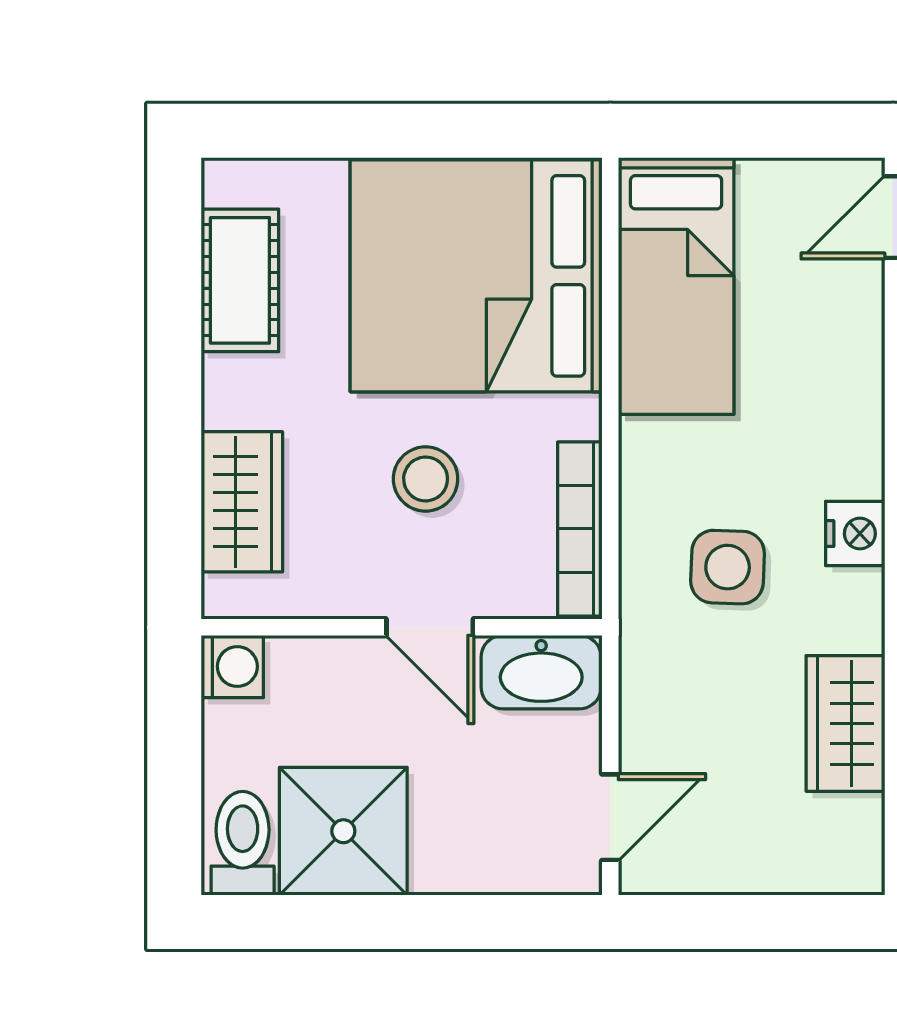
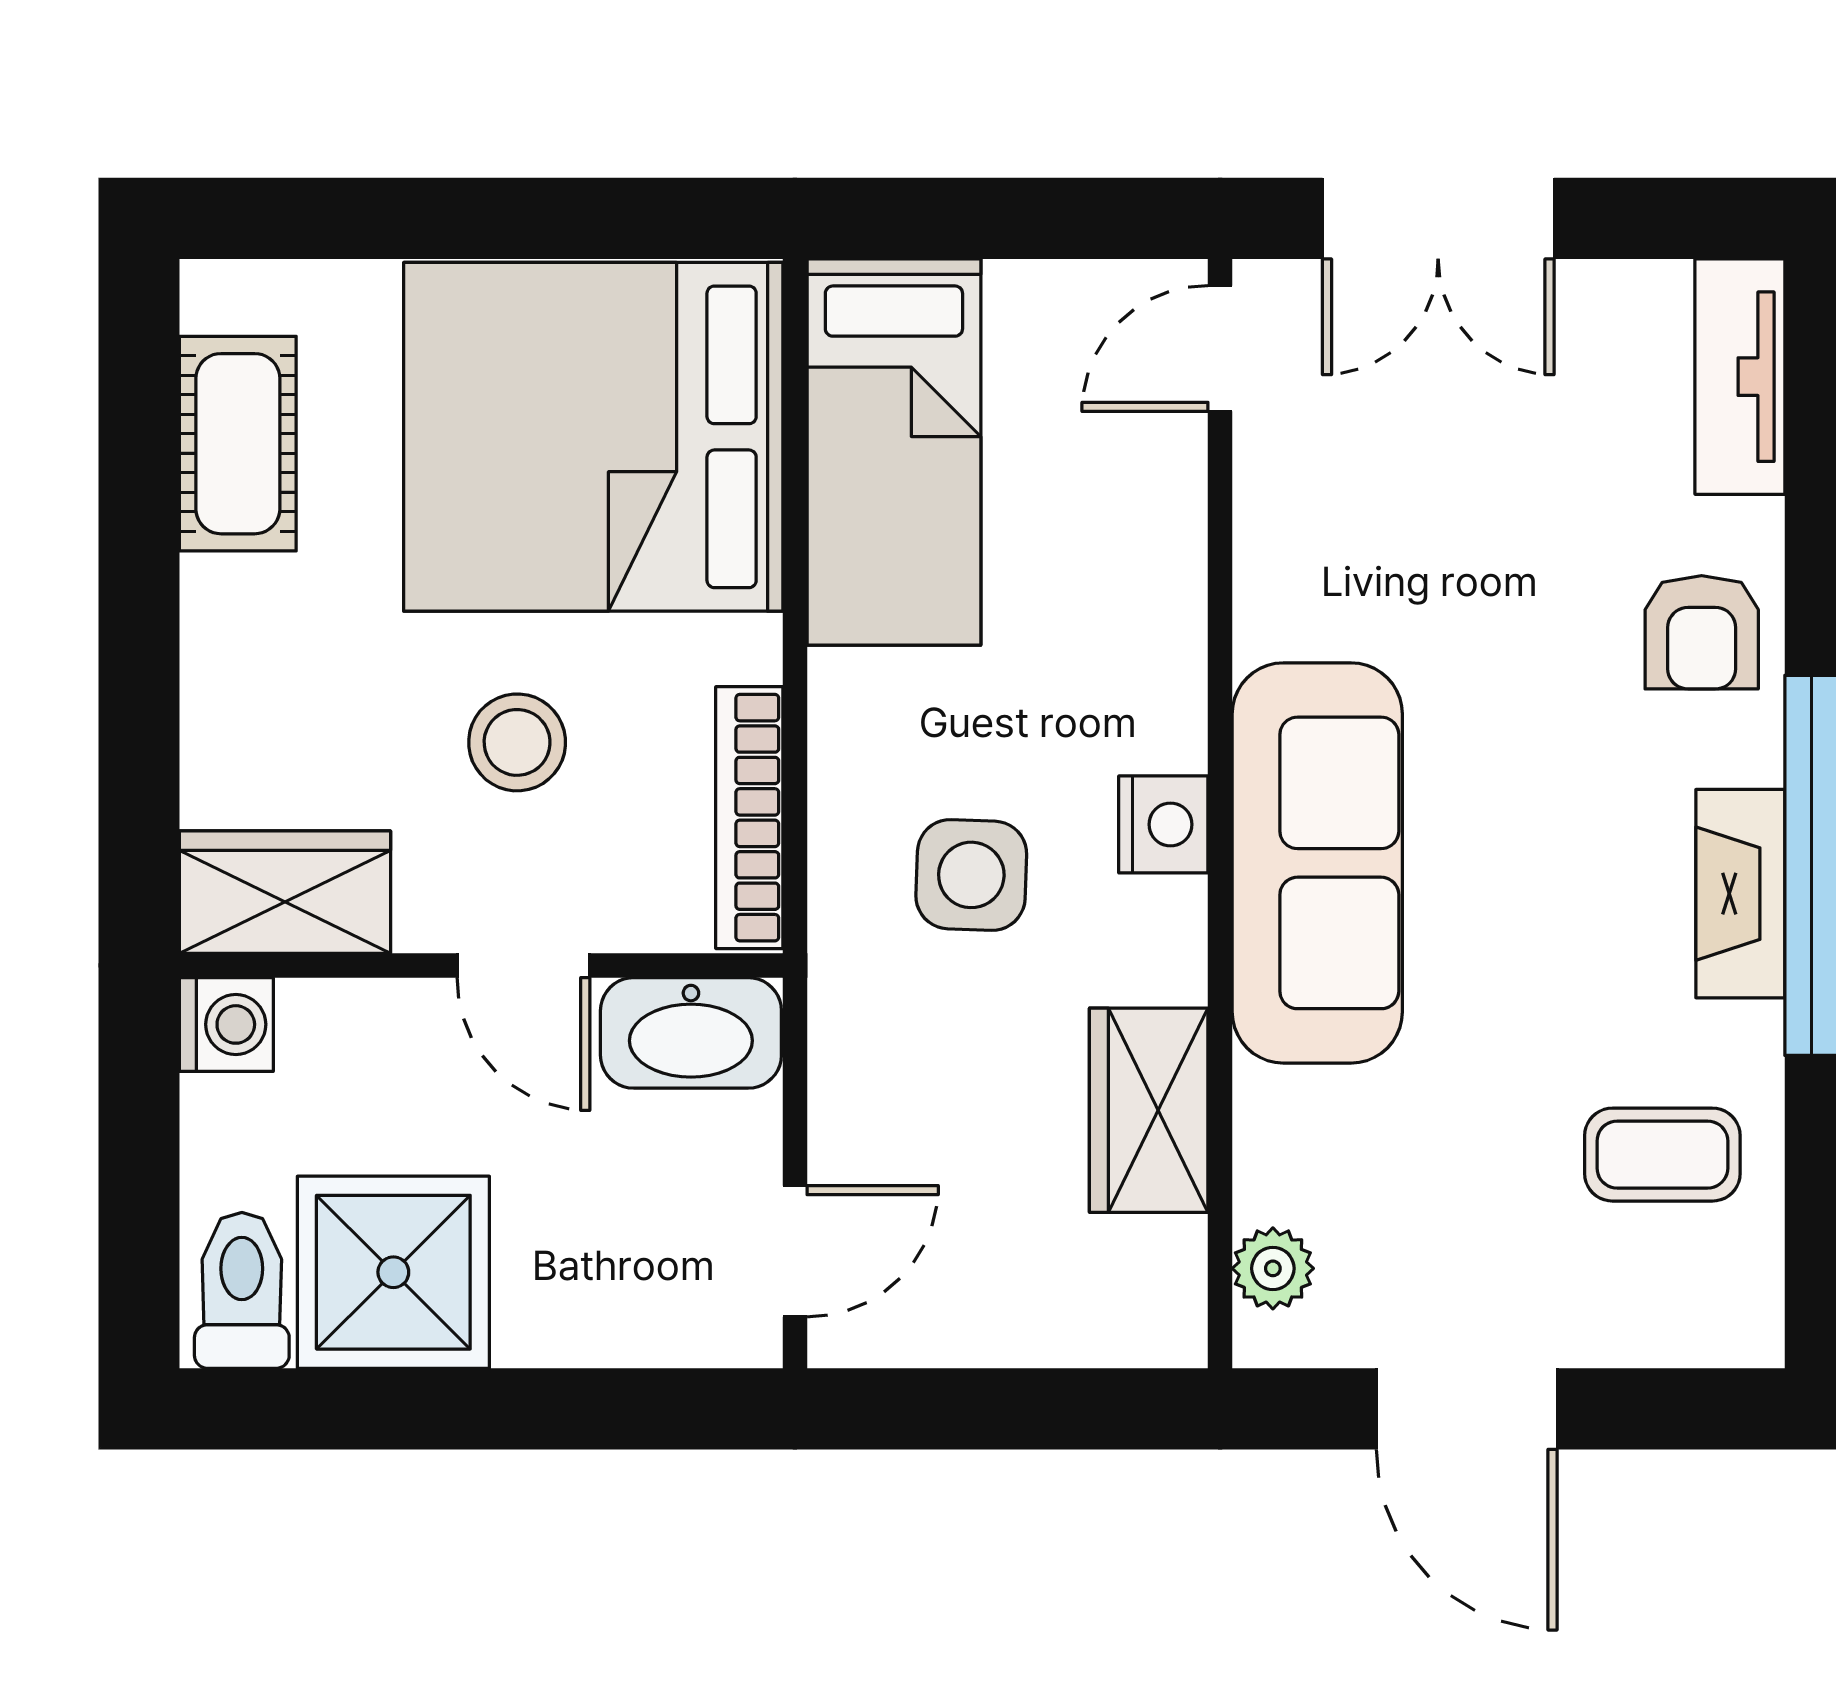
wardrobe: (242, 502) -> (285, 892), moved, turned -90

